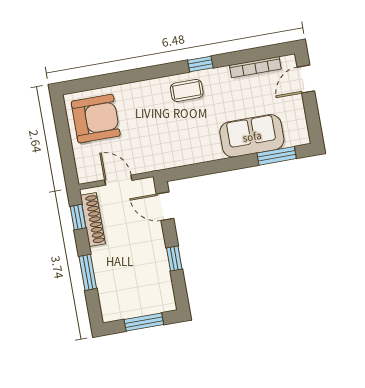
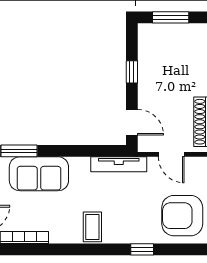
window: (200, 64) -> (142, 249), moved
coffee table: (187, 90) -> (92, 227), turned 90
tv unit: (171, 160) -> (119, 164), added

